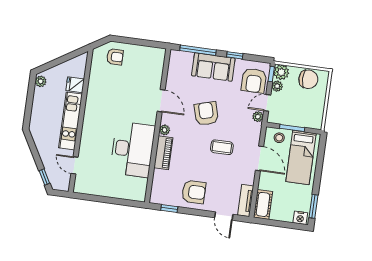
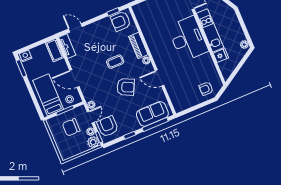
sofa: (213, 67) -> (152, 114), moved
chair: (308, 79) -> (71, 127), moved
armchair: (206, 114) -> (126, 87), turned -48
coffee table: (222, 147) -> (115, 62), moved
desk: (132, 149) -> (188, 39), moved, turned 180
armchair: (194, 192) -> (121, 21), moved

